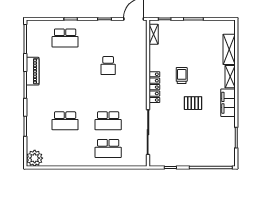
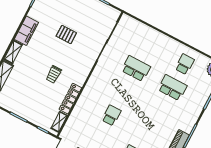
locker: (154, 87) -> (70, 99), moved
pallet: (193, 103) -> (66, 34), moved
school desk: (108, 148) -> (185, 64), moved, width x0.54

